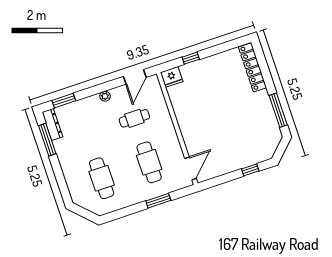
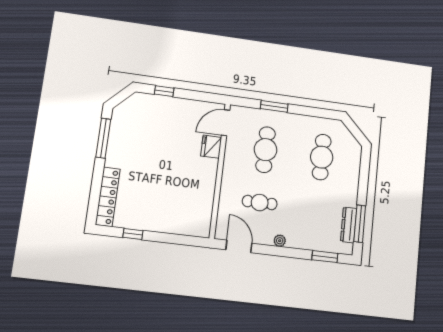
window: (191, 58) -> (133, 234), moved
door: (135, 77) -> (239, 246), hinge flipped
fridge: (172, 77) -> (211, 147), moved, turned -90
dresser: (52, 124) -> (349, 225), moved

